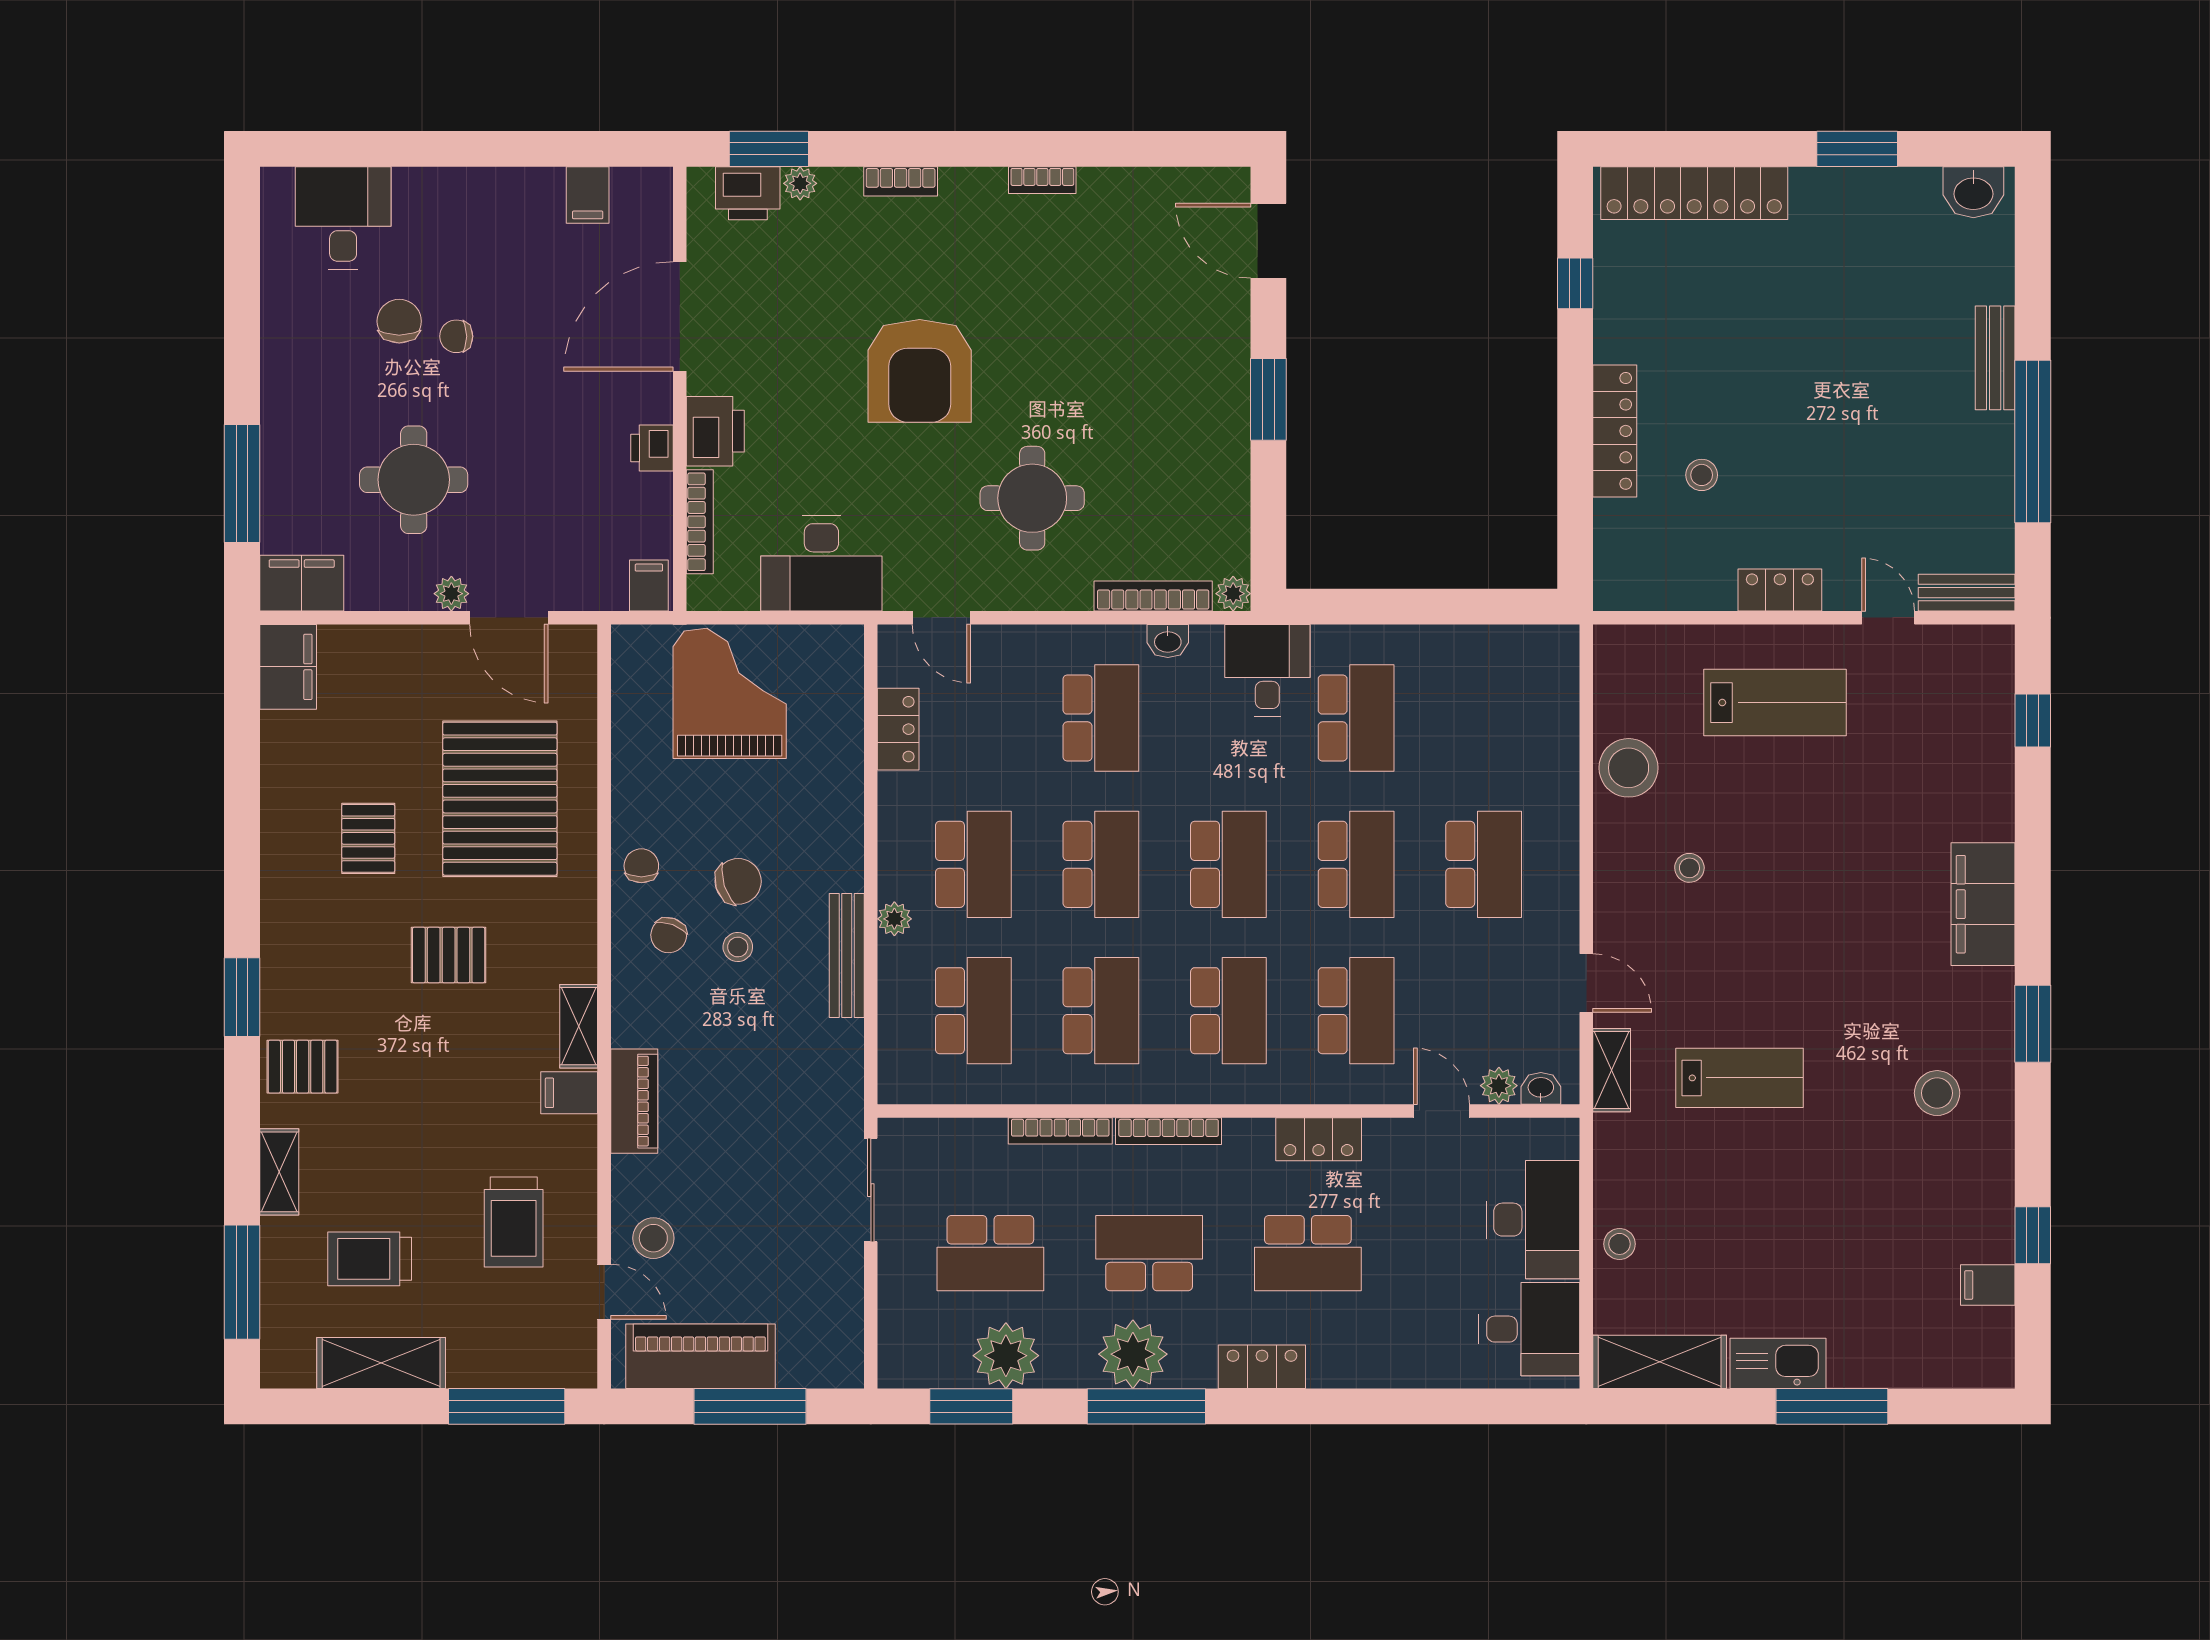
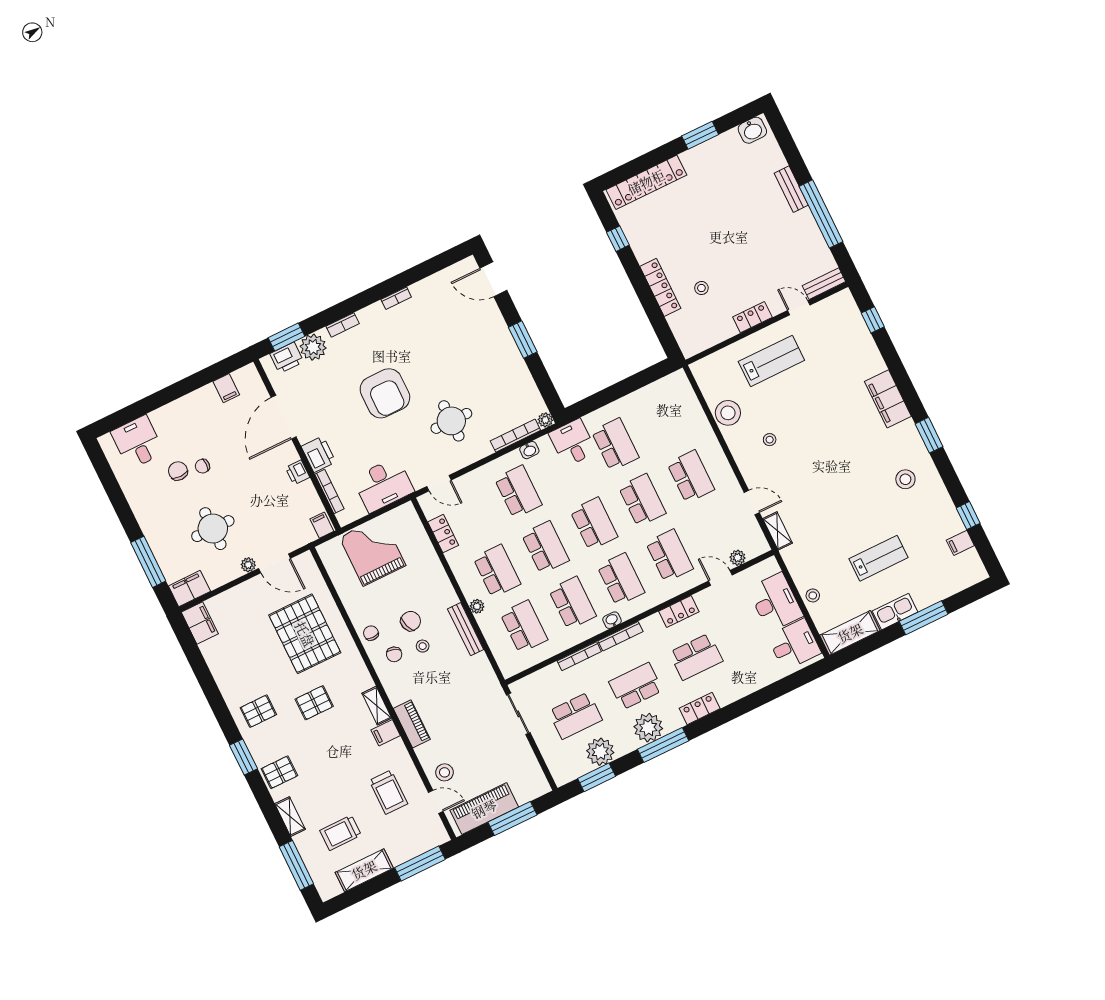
plant: (800, 183) -> (313, 347), width x1.87, depth x1.87
pallet: (368, 838) -> (258, 711), moved, turned 90
lab bench: (1739, 1078) -> (878, 558), moved
washbasin: (1541, 1088) -> (612, 620), moved

